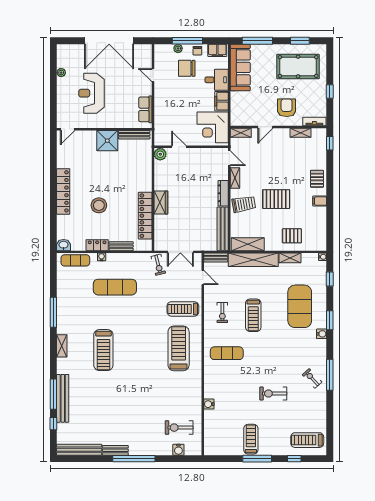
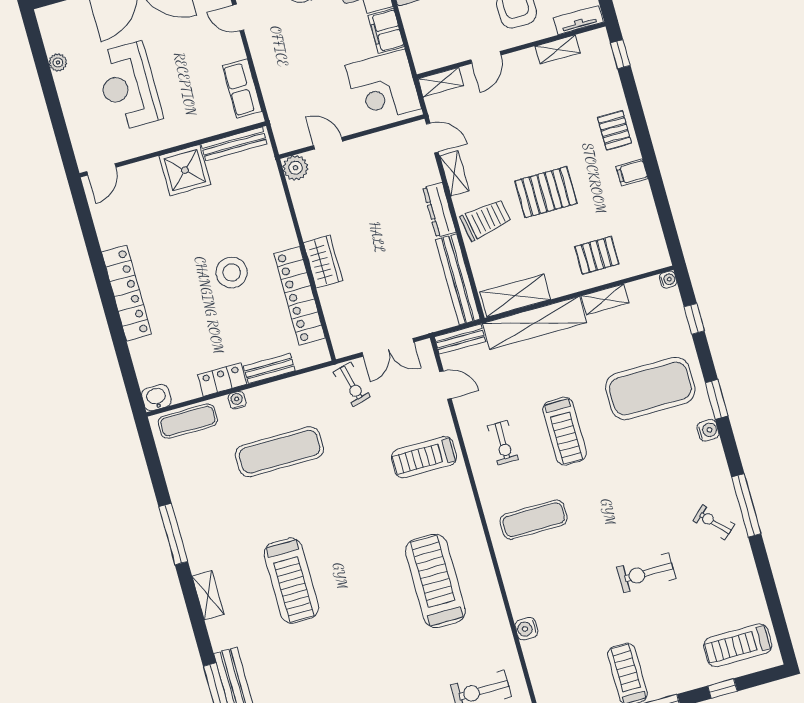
stool: (99, 205) -> (232, 272), moved
exercise mat: (300, 306) -> (650, 388), turned 90
treadmill: (179, 348) -> (435, 581), moved

